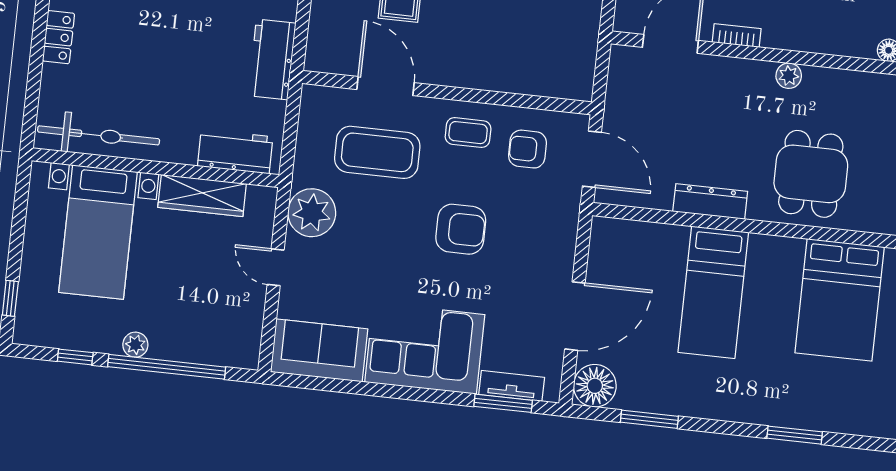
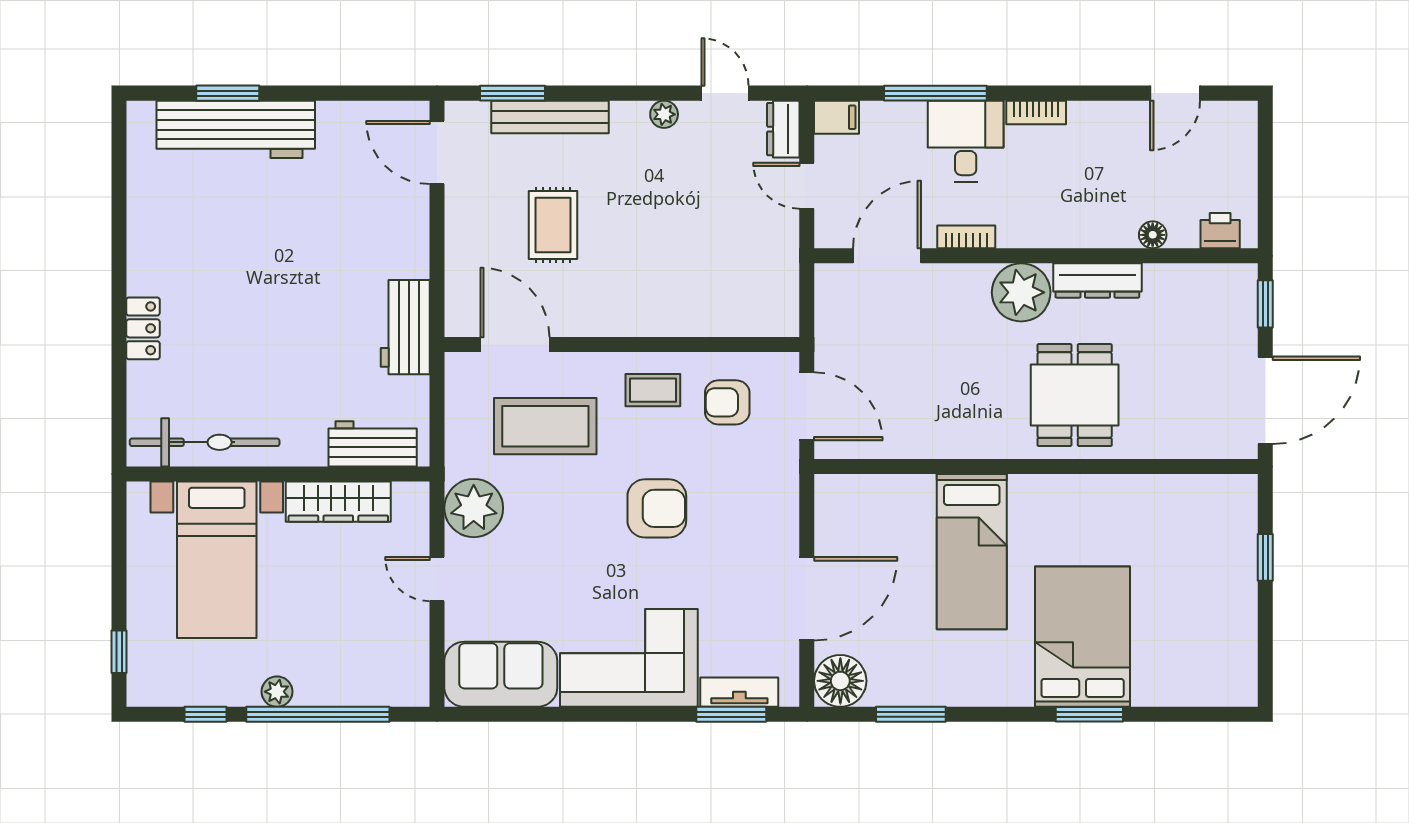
plant: (789, 76) -> (1021, 292), width x1.88, depth x1.88
door: (385, 86) -> (515, 345), moved
dresser: (710, 202) -> (1097, 280), moved, turned 180
bed: (840, 300) -> (1083, 637), moved, turned 180

